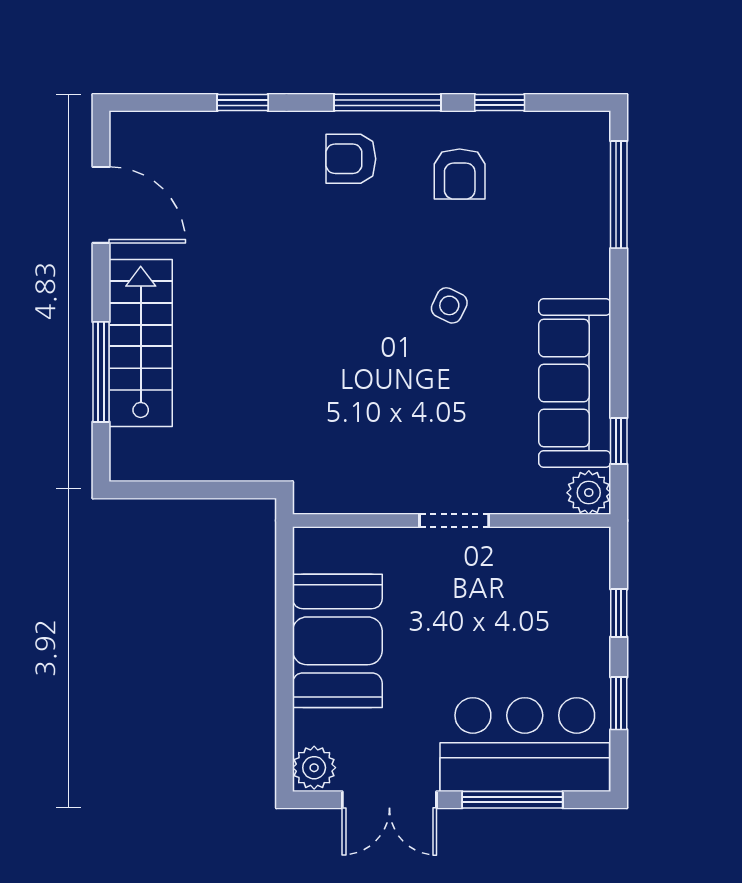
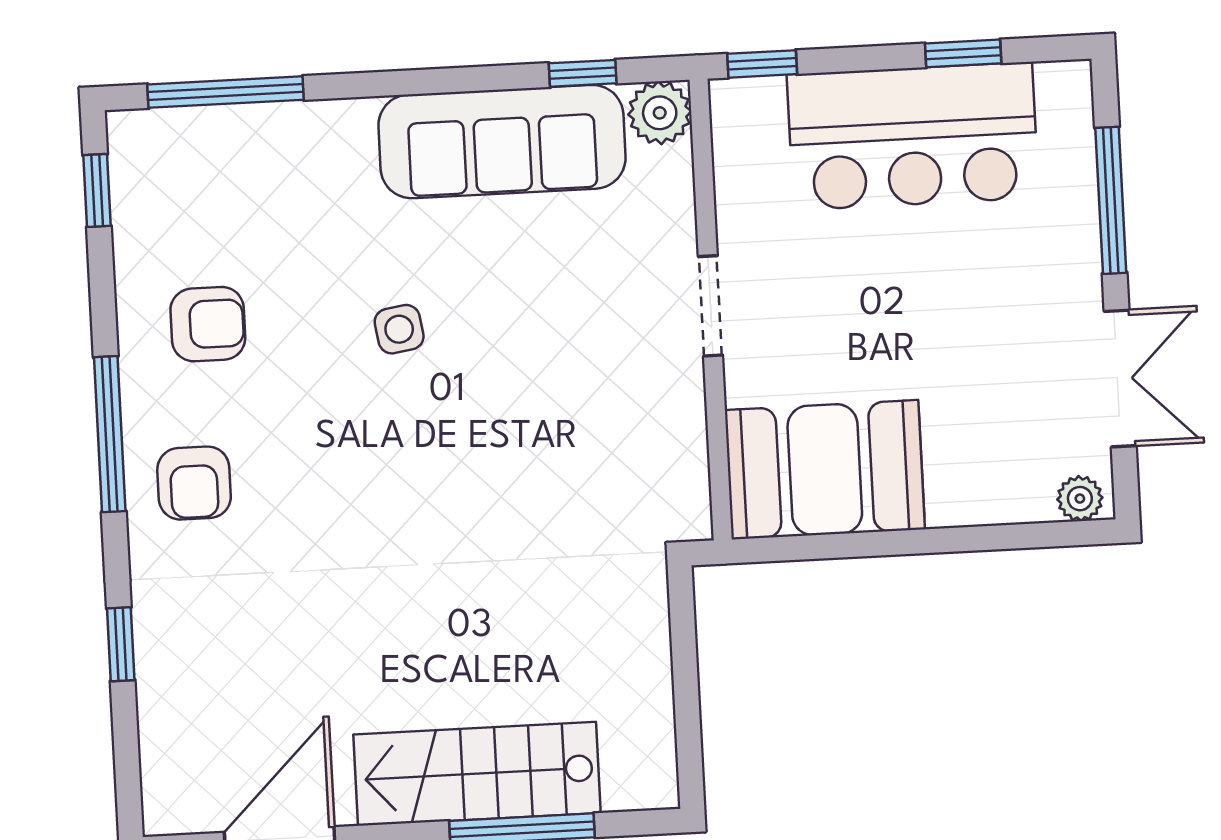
window: (500, 103) -> (97, 191), moved
side table: (449, 305) -> (399, 329), turned -35
window: (619, 613) -> (762, 64), moved
booth: (337, 641) -> (825, 470), moved
bar counter: (525, 745) -> (913, 136), moved, turned -90
plant: (314, 768) -> (1080, 499), width x0.73, depth x0.73

